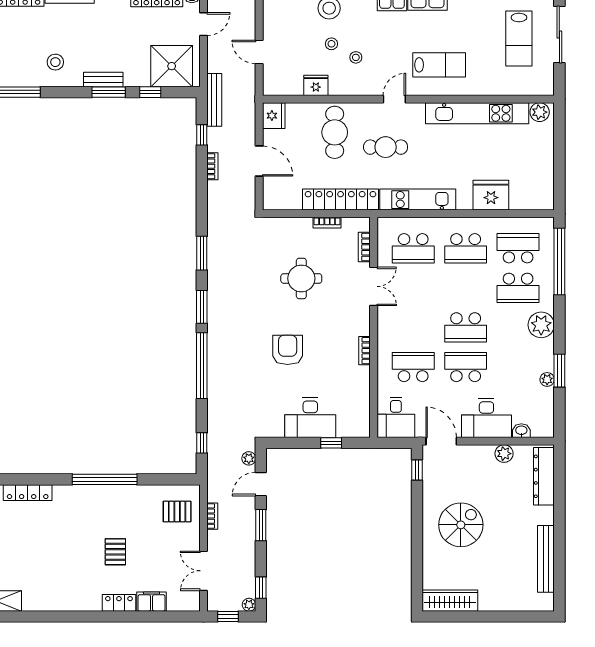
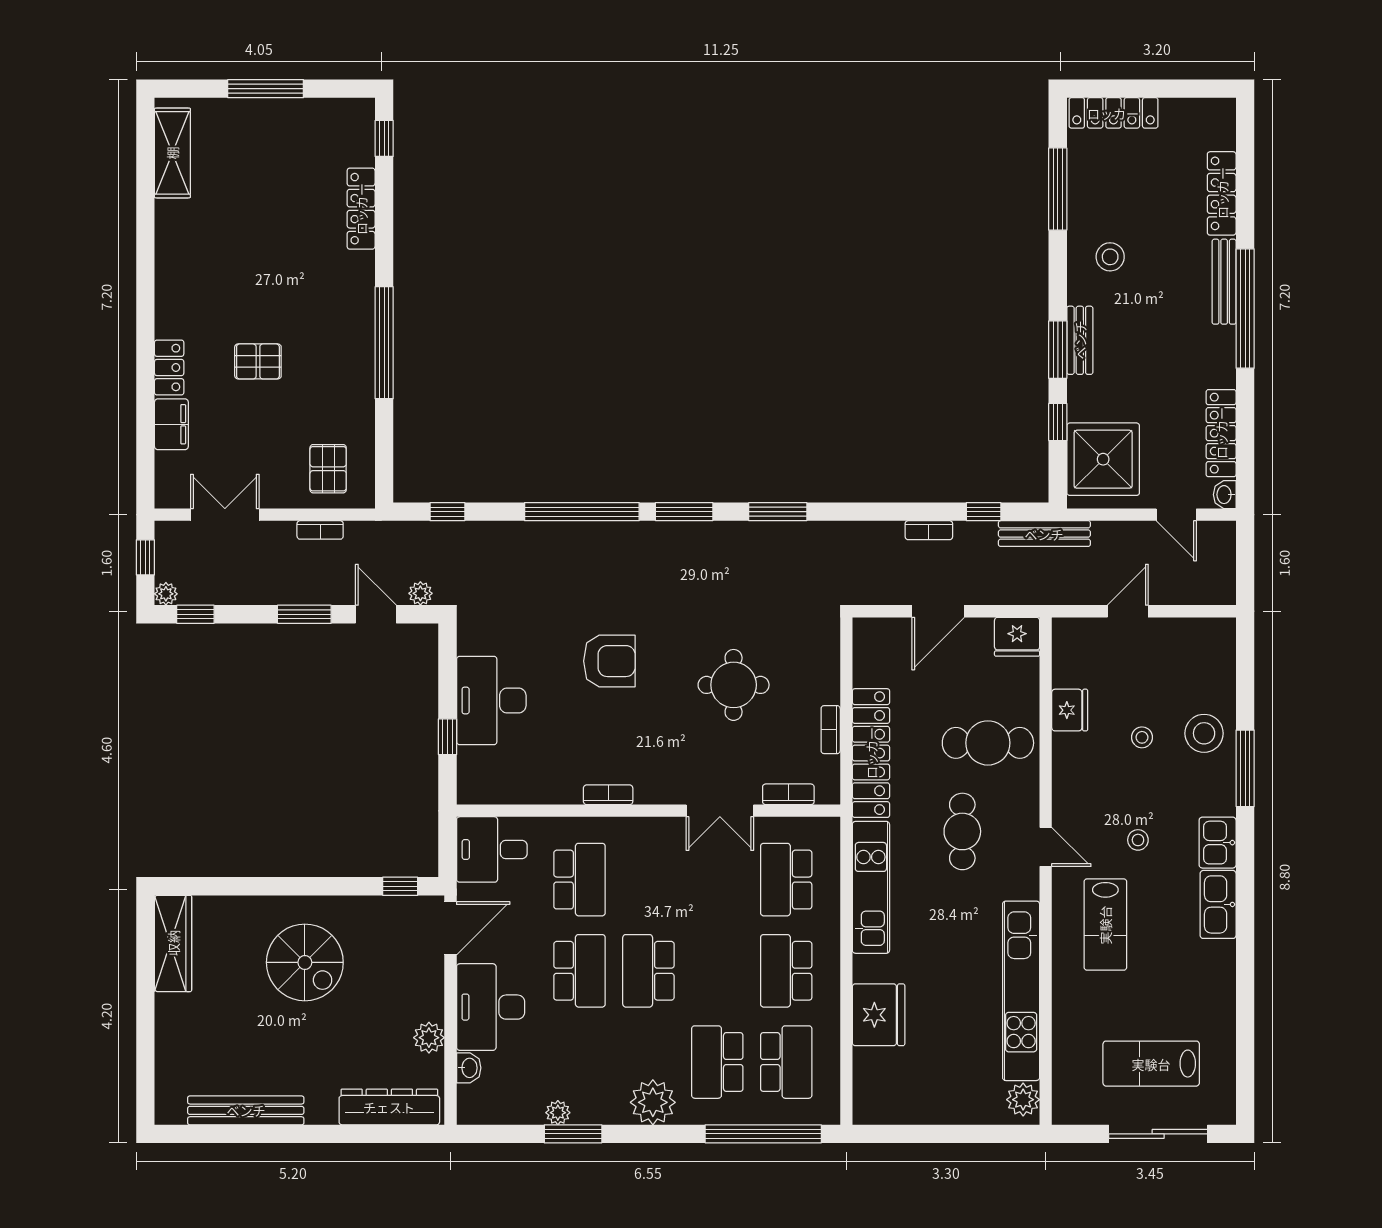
stool: (356, 57) -> (1138, 840), moved

